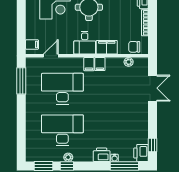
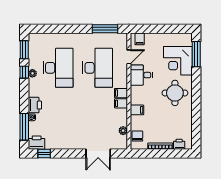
desk: (85, 43) -> (141, 75), moved
filing cabinet: (107, 47) -> (137, 110), width x0.50
door: (51, 56) -> (129, 57), hinge flipped

